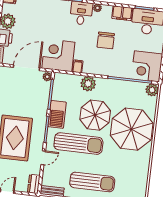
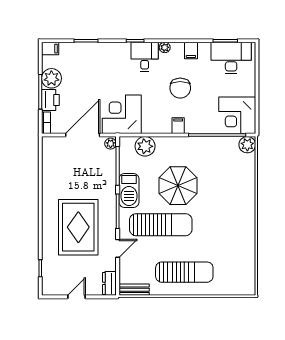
filing cabinet: (122, 13) -> (191, 51), width x0.50
filing cabinet: (78, 66) -> (178, 126), moved
plant: (88, 84) -> (145, 146), moved
parasol: (132, 129) -> (227, 198), removed

